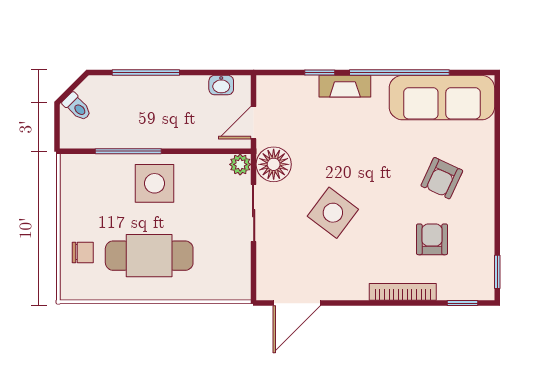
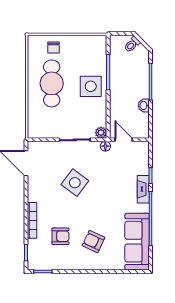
washbasin: (221, 85) -> (144, 105), moved
floor lamp: (274, 164) -> (105, 146), width x0.53, depth x0.53

